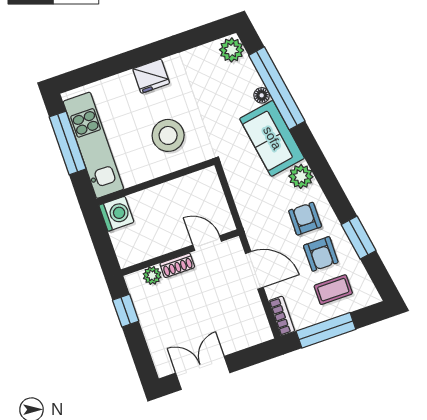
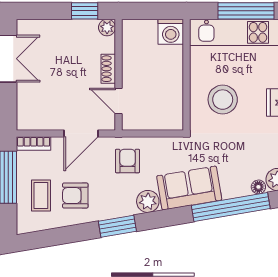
floor lamp: (262, 95) -> (258, 187), moved
armchair: (305, 219) -> (128, 161), moved, turned -90
window: (359, 238) -> (117, 226), moved
door: (207, 243) -> (119, 101), swing flipped
plant: (152, 276) -> (107, 28), moved

